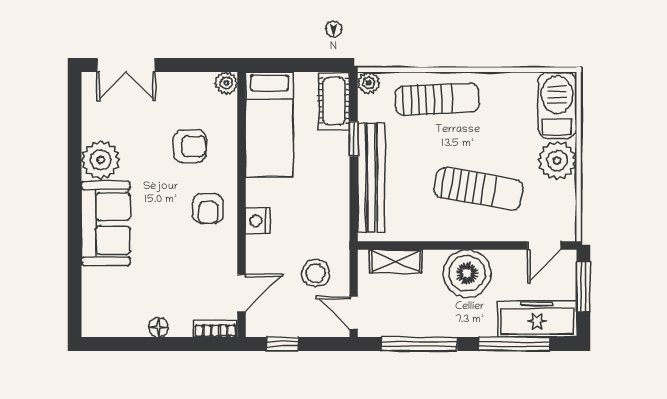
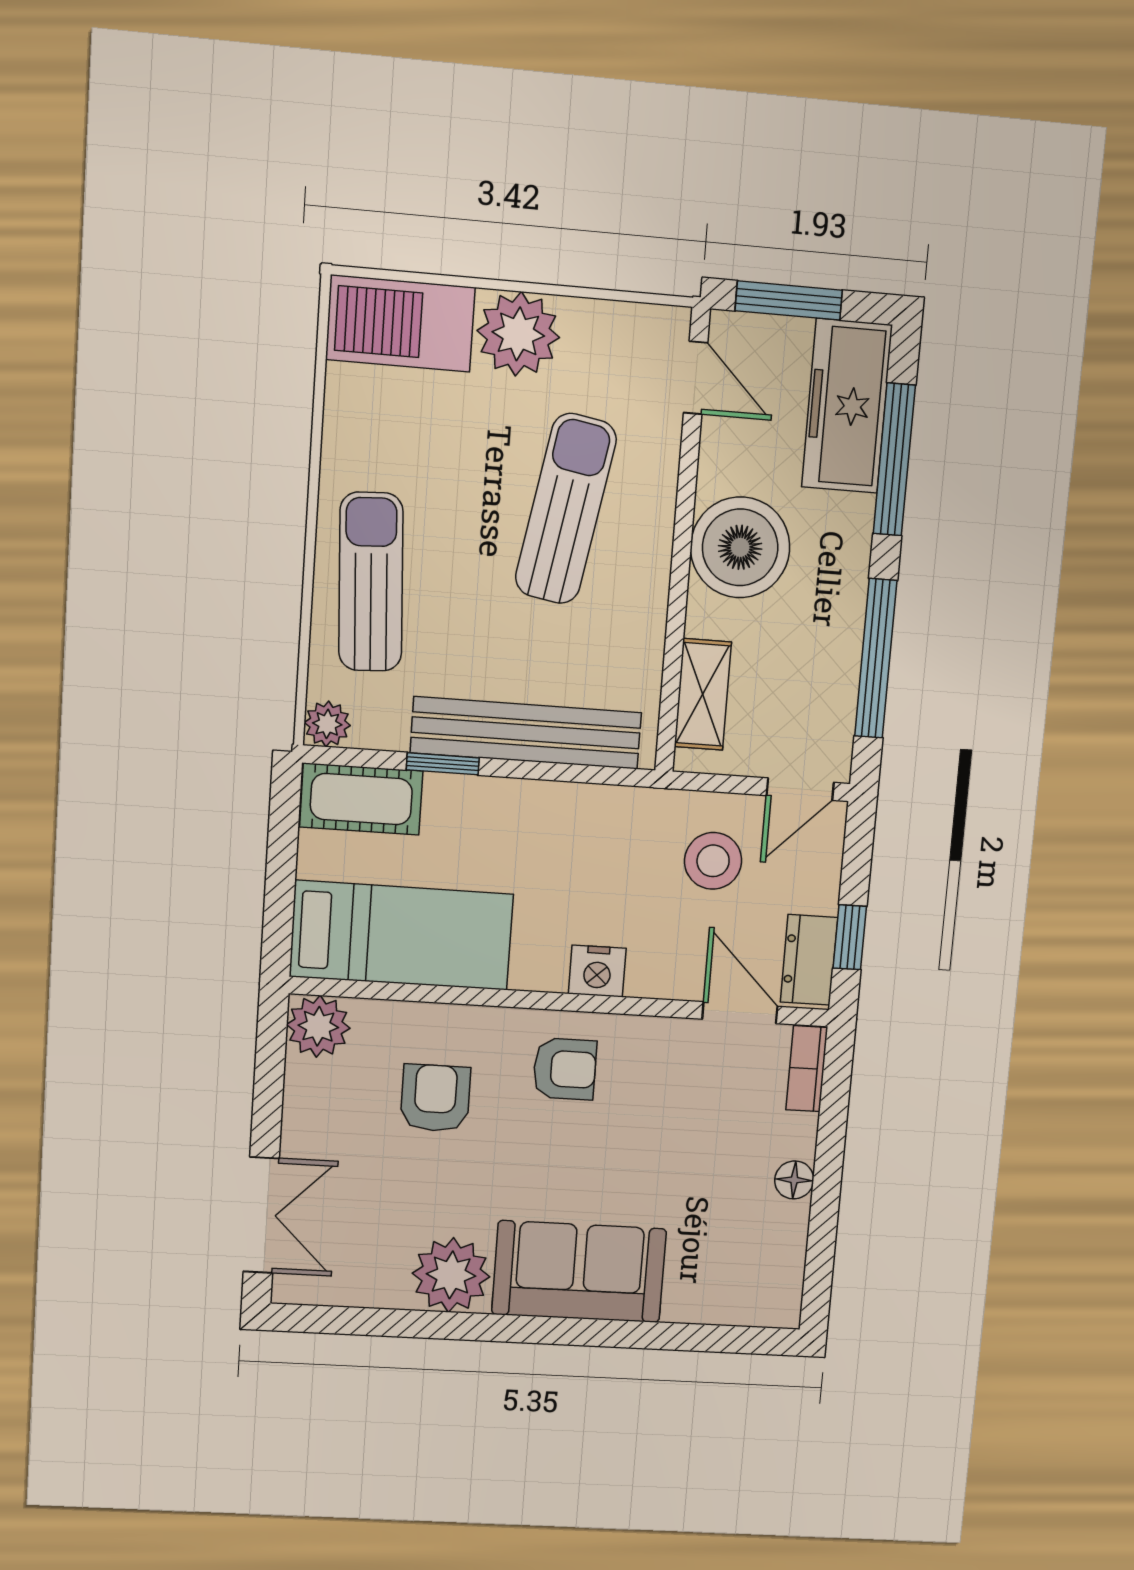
plant: (226, 83) -> (318, 1026), width x1.38, depth x1.38
dresser: (270, 325) -> (809, 960), added

